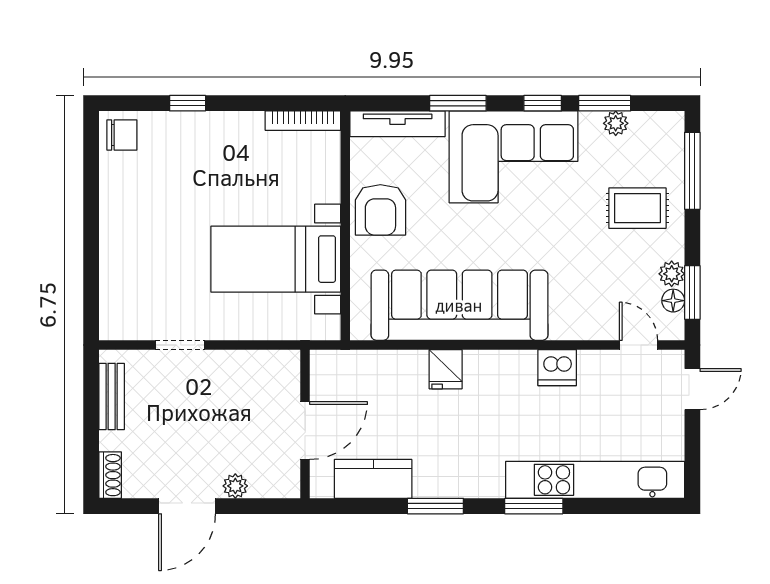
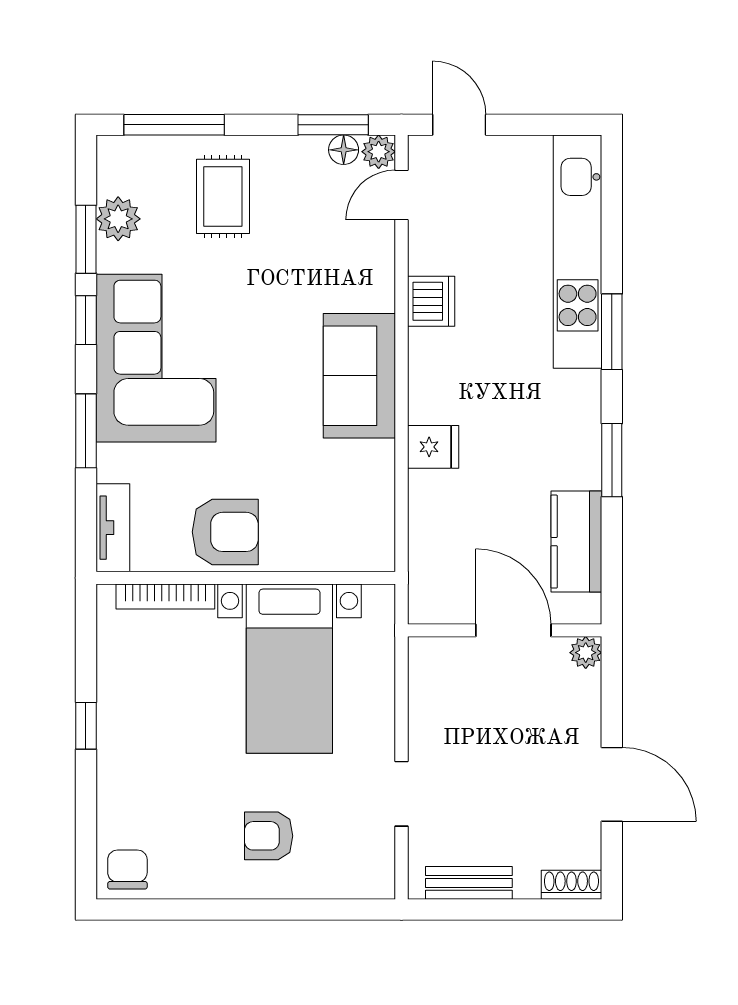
window: (188, 103) -> (86, 726), moved
bookcase: (303, 121) -> (165, 597), moved, turned 90
plant: (616, 123) -> (118, 219), width x1.38, depth x1.38
tv unit: (398, 124) -> (113, 528), width x0.71
armchair: (148, 243) -> (269, 836), added
plant: (672, 274) -> (379, 152), moved
sofa: (459, 305) -> (359, 376), width x0.54, depth x0.79
plant: (235, 486) -> (586, 653), moved

